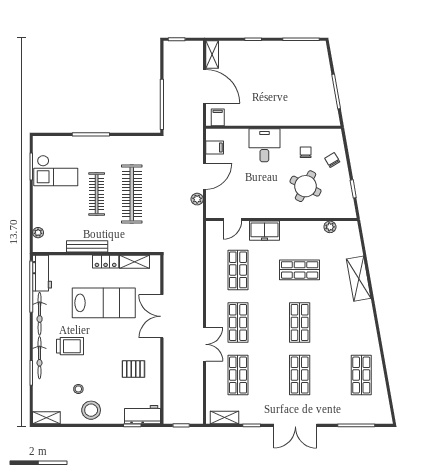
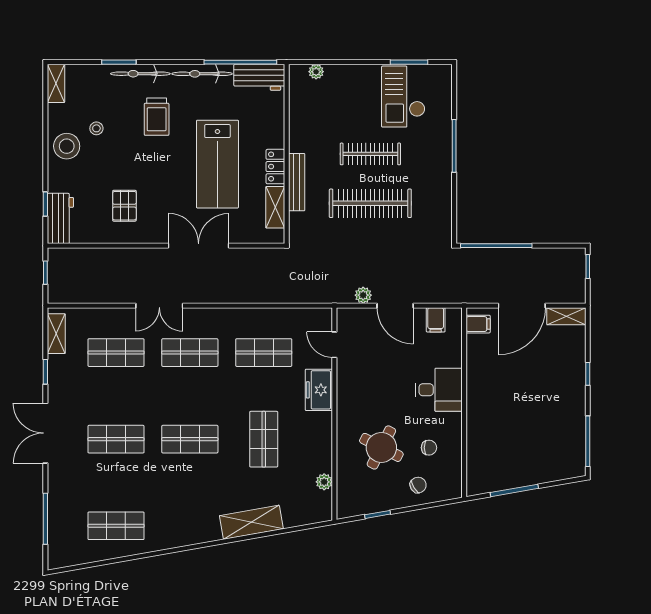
bench: (87, 246) -> (297, 182), moved

